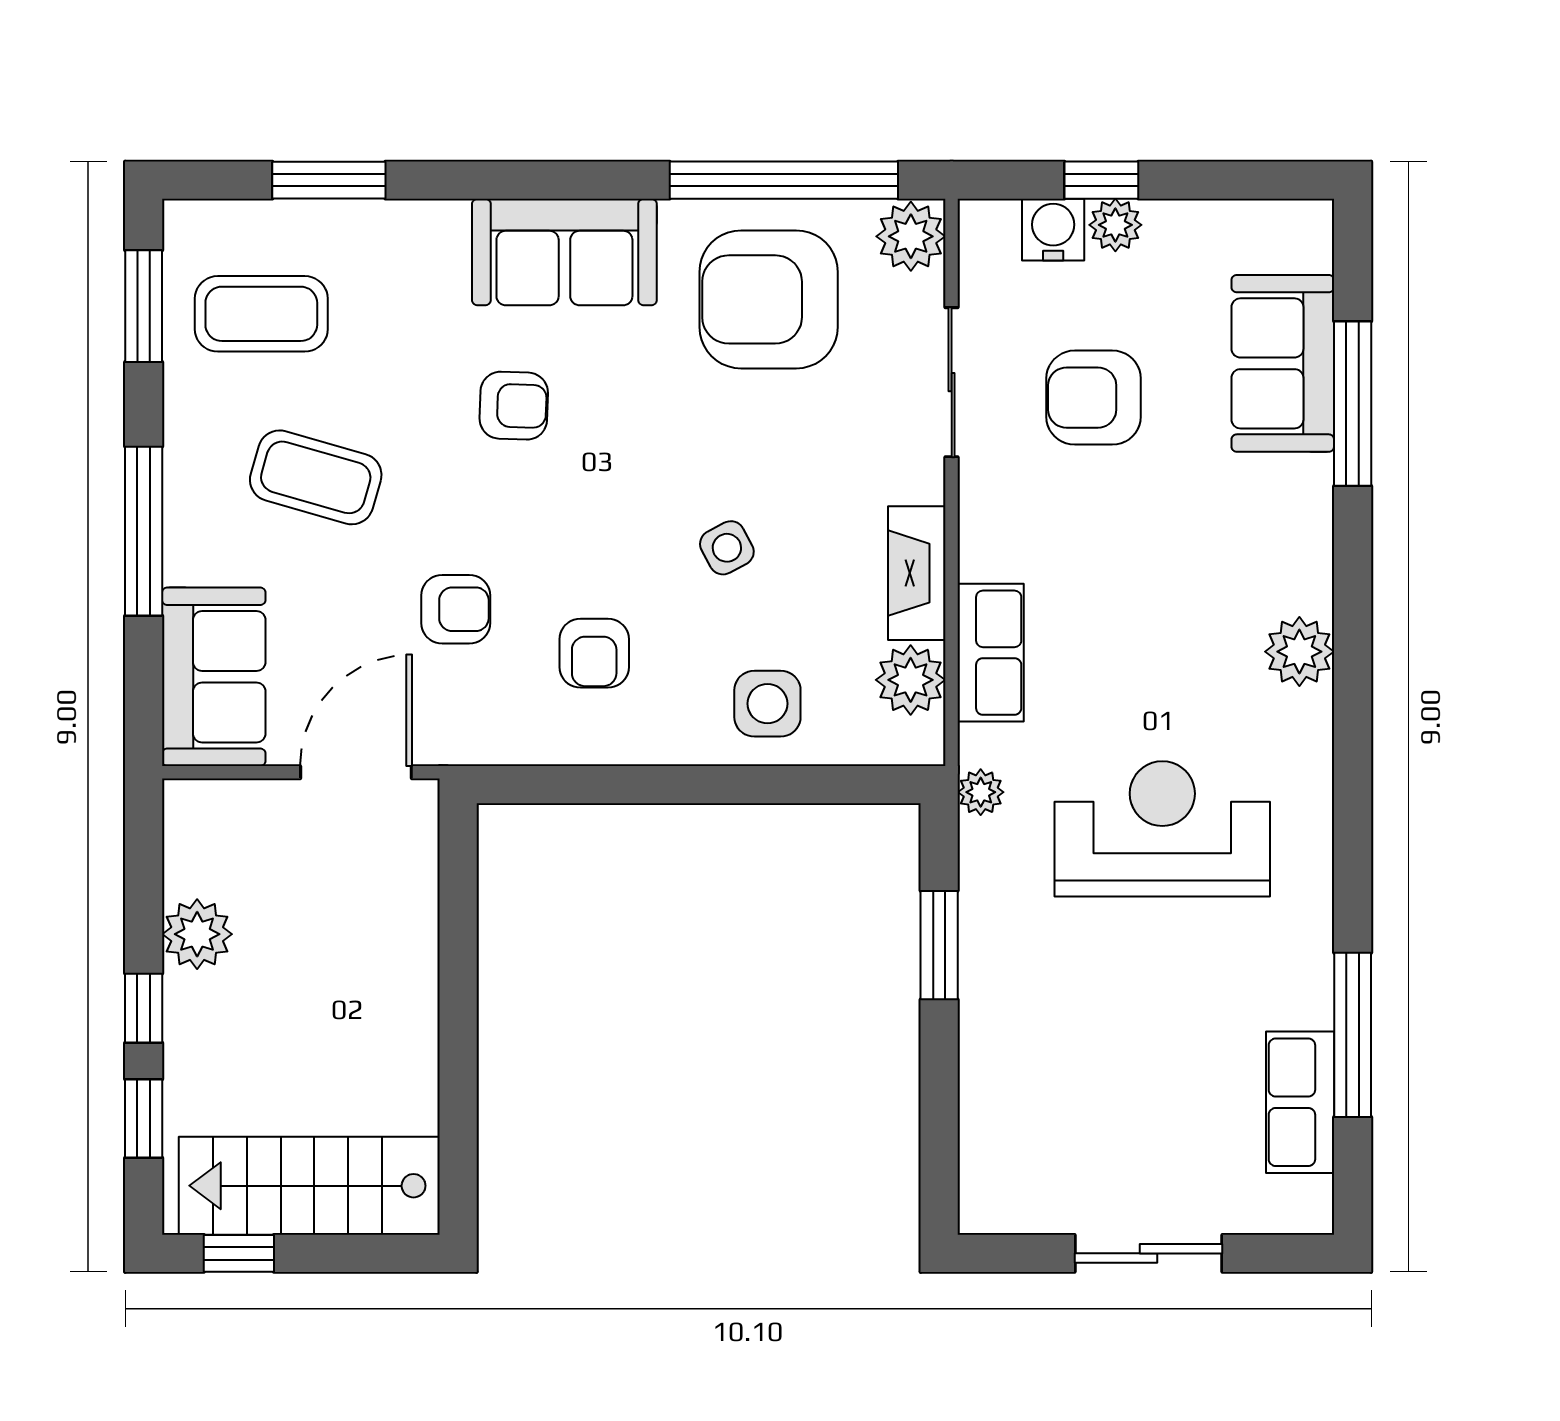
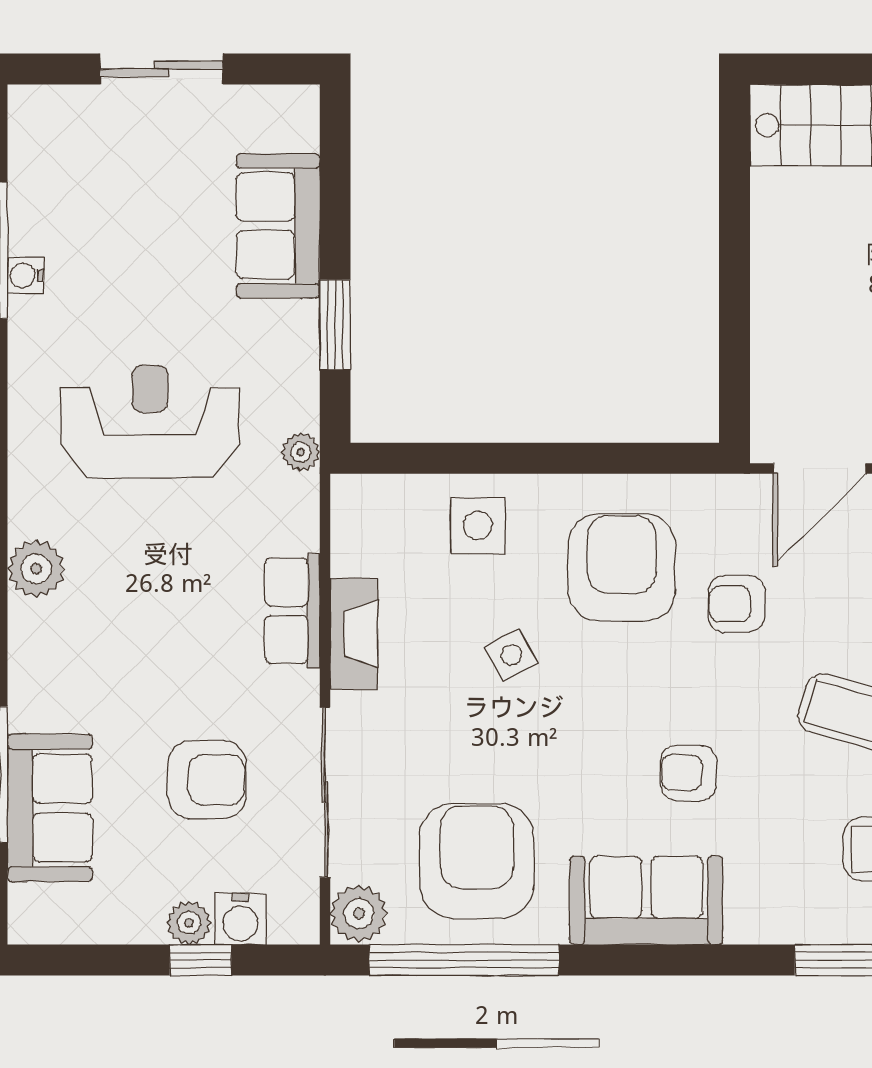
armchair: (769, 299) -> (477, 861), turned -90
sliding door: (952, 382) -> (325, 792), width x1.37
armchair: (594, 653) -> (622, 567), width x1.88, depth x1.88
row of seats: (991, 653) -> (292, 611), moved
plant: (911, 680) -> (359, 545), removed
reception desk: (1162, 829) -> (150, 422), turned 180
water cooler: (1312, 1005) -> (25, 276), added
sofa: (1008, 1065) -> (278, 226), added
row of seats: (1300, 1102) -> (36, 194), removed

